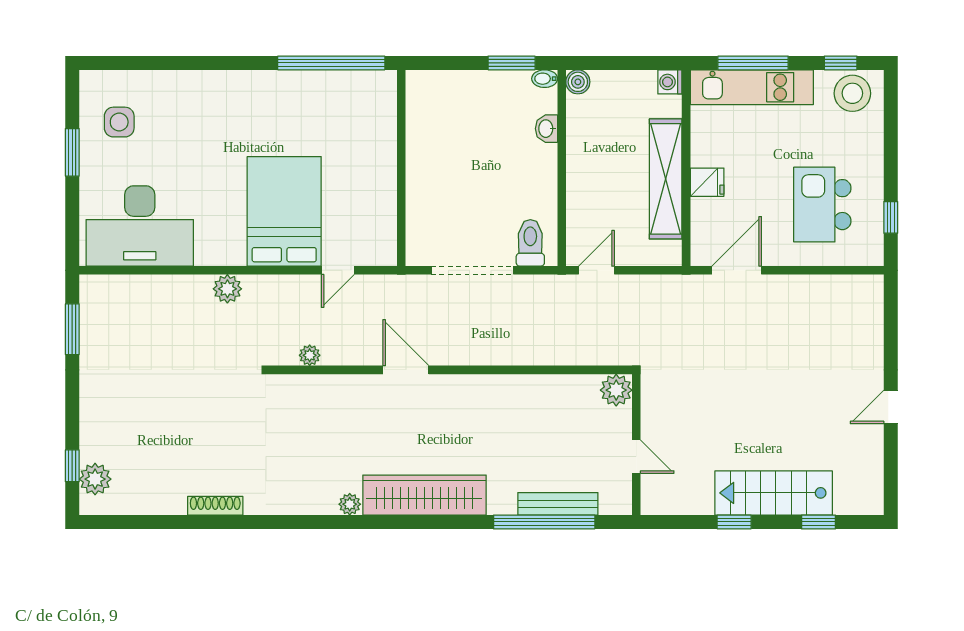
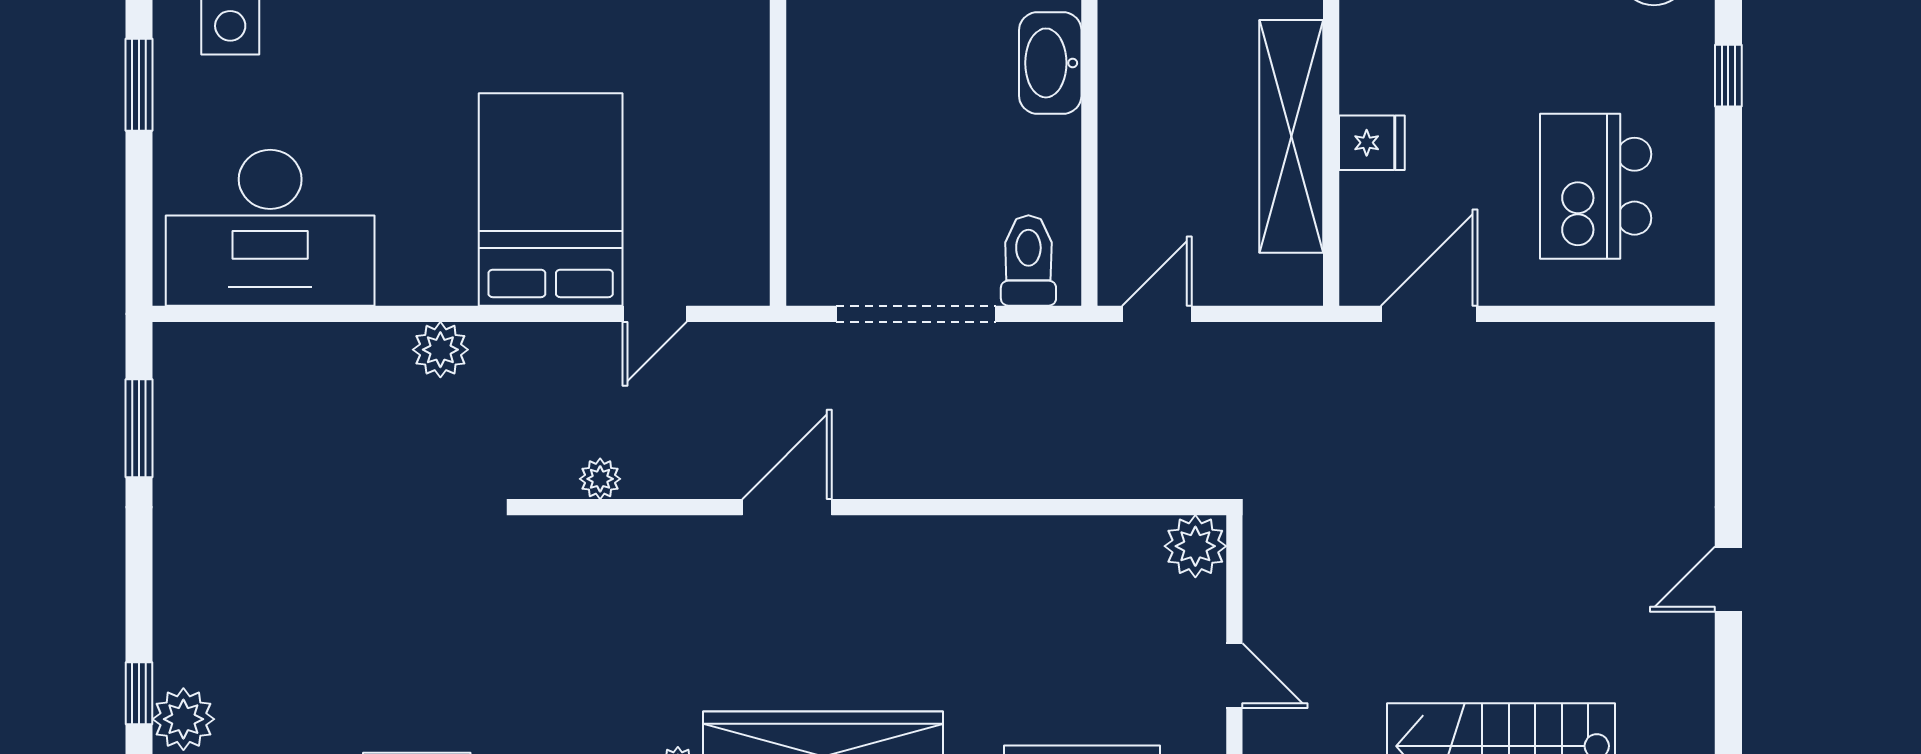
washbasin: (546, 129) -> (1050, 63), width x1.91, depth x1.45
window: (891, 217) -> (1728, 76), moved
door: (406, 370) -> (787, 507), hinge flipped

